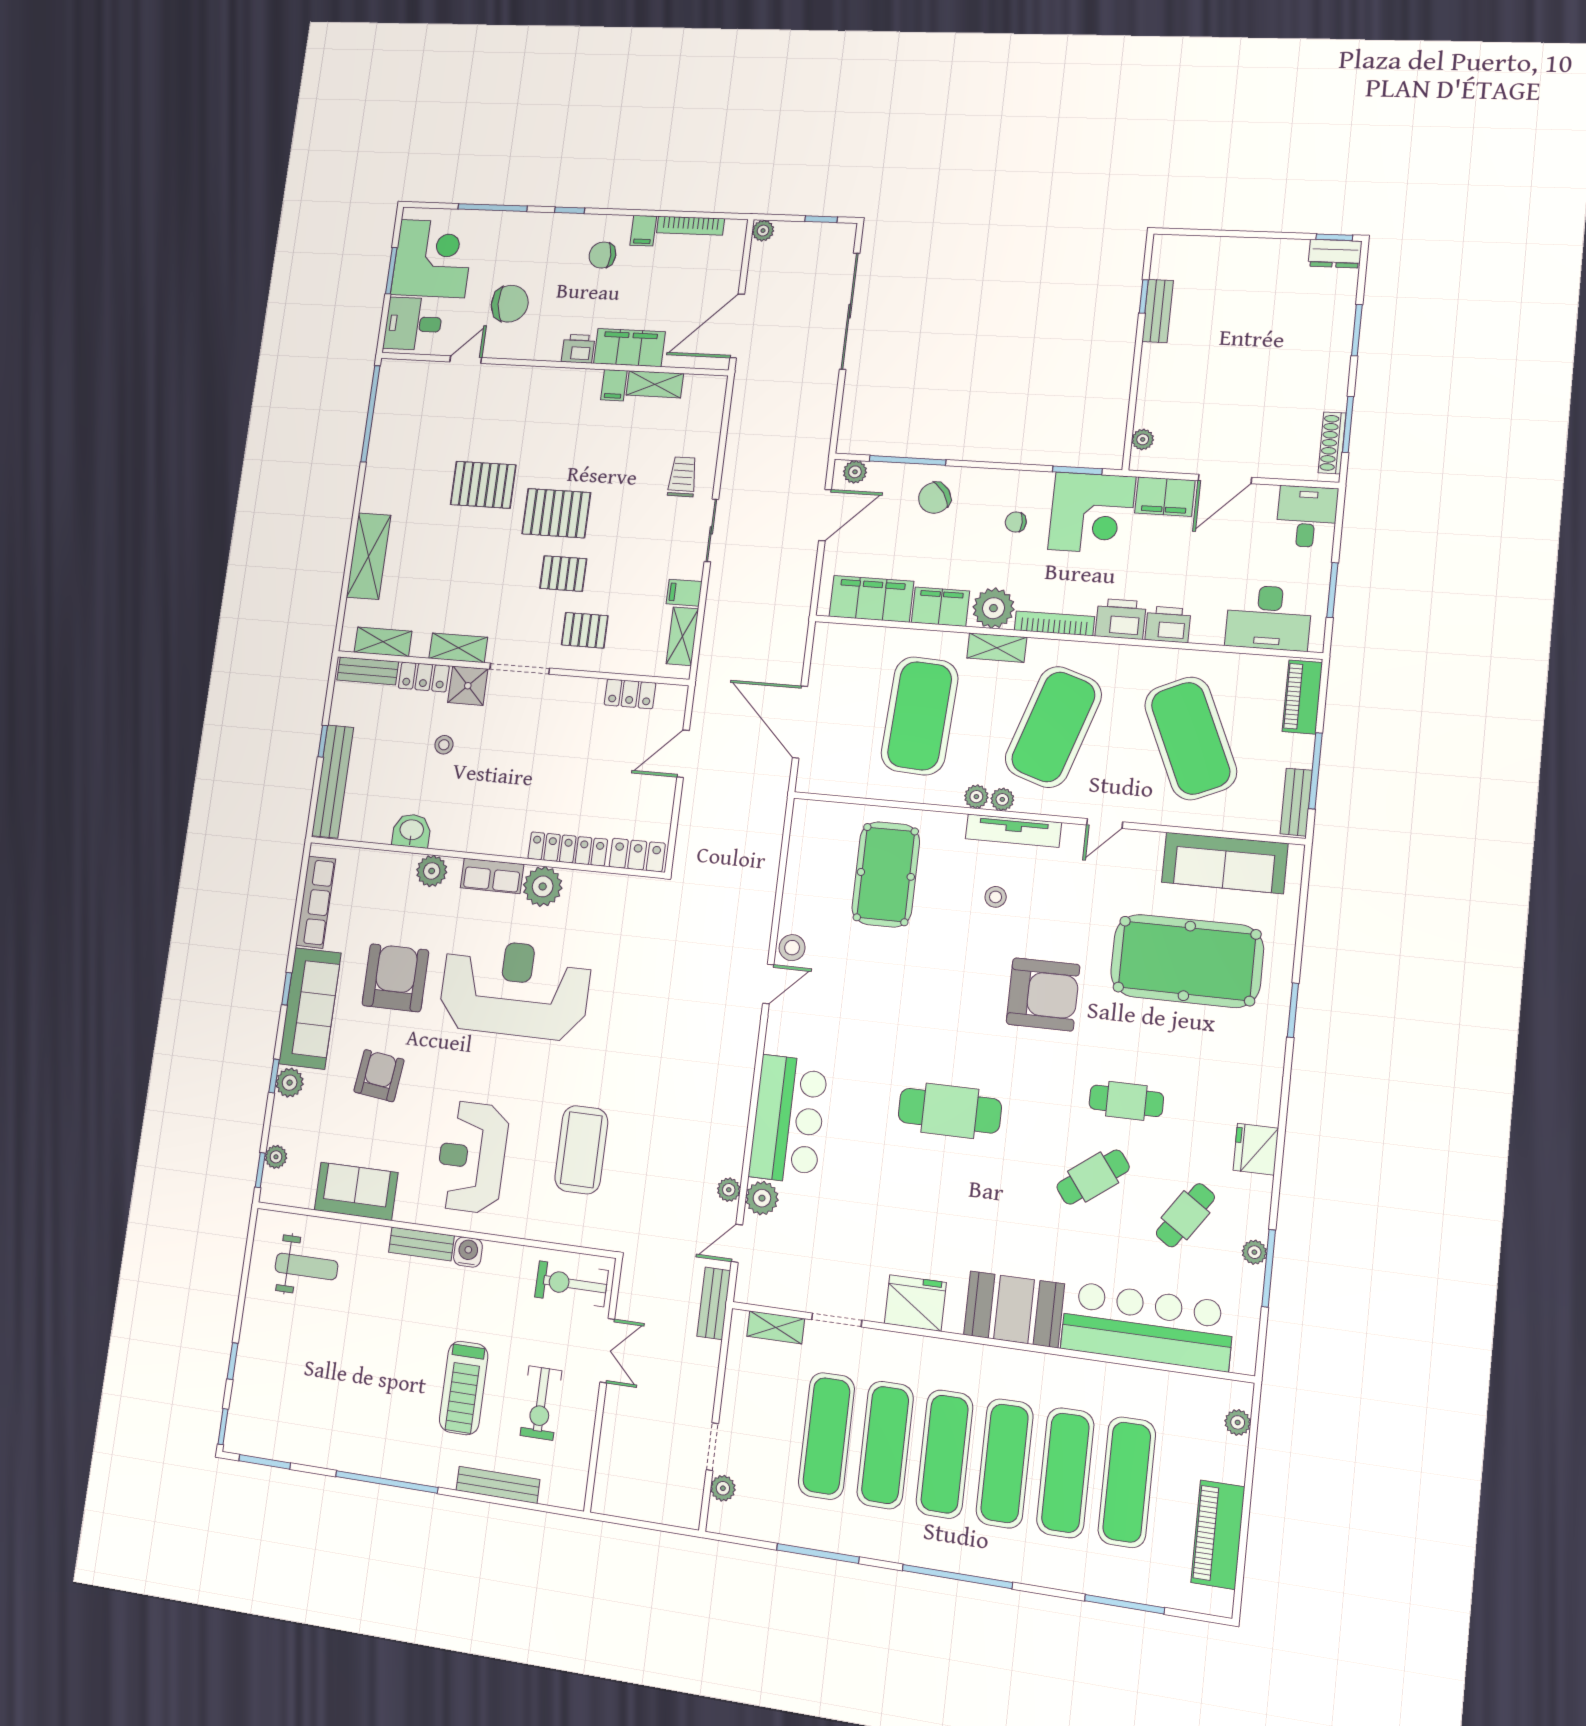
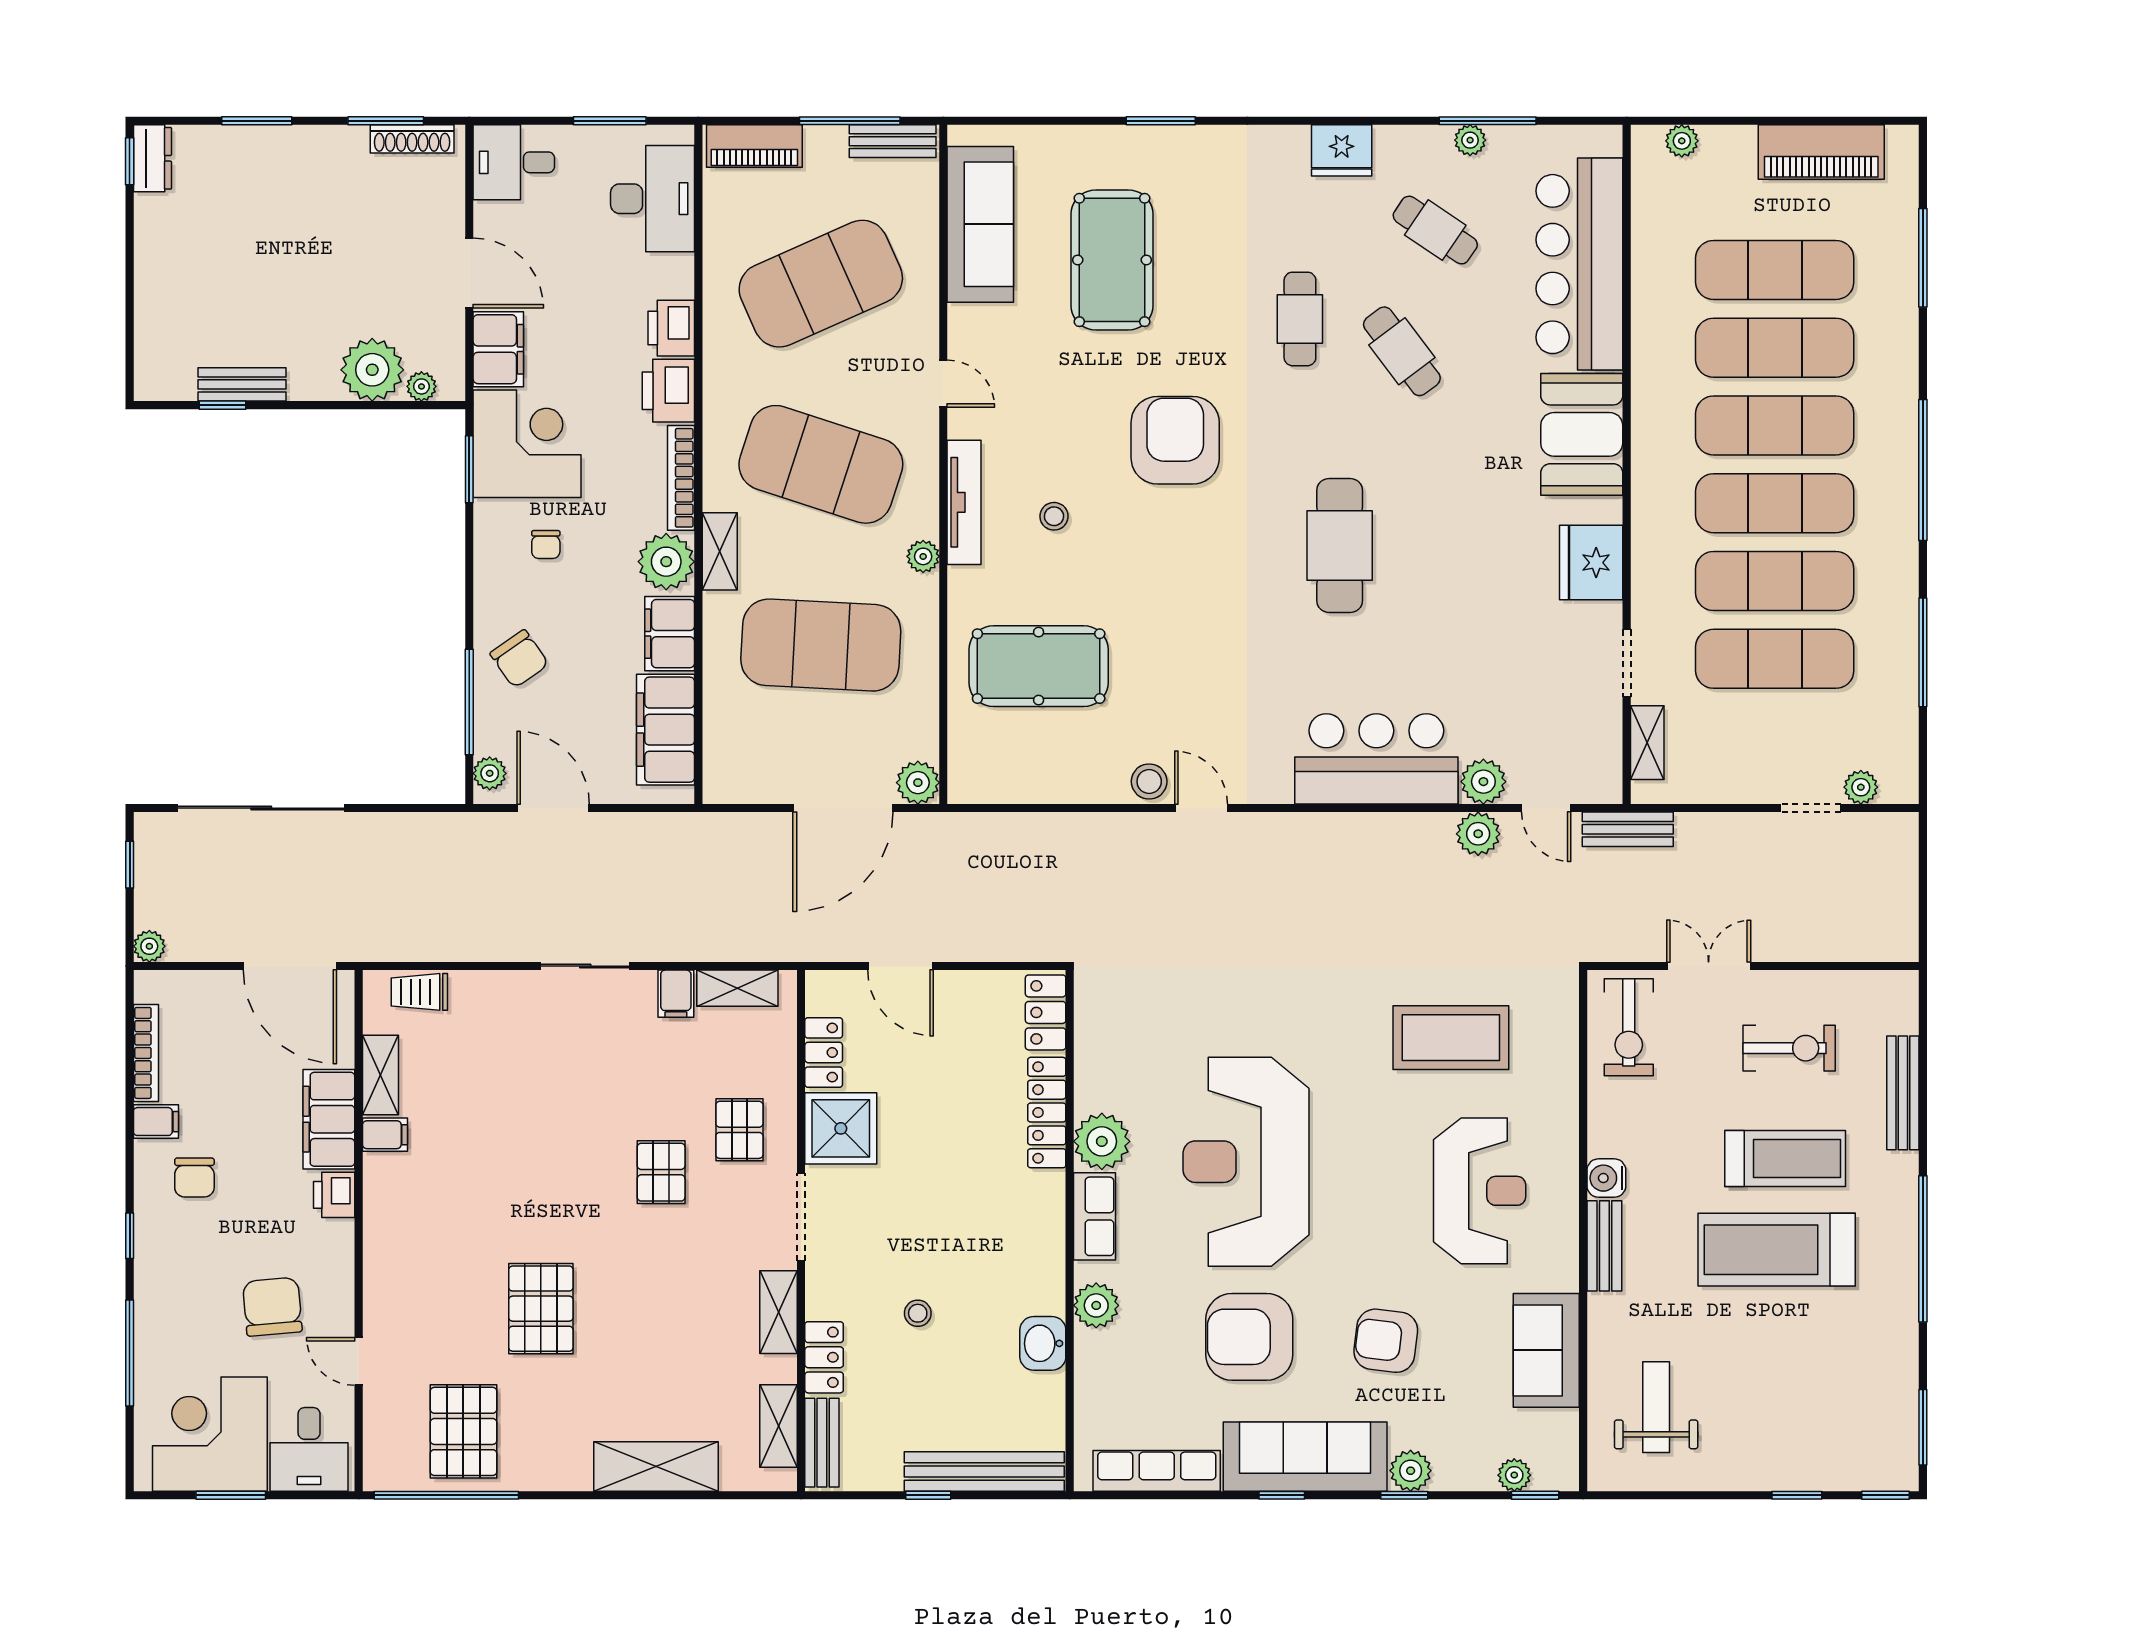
plant: (1159, 405) -> (372, 370), added
trolley: (683, 477) -> (419, 992), moved
pallet: (556, 513) -> (463, 1431), moved
shower: (468, 686) -> (841, 1128), moved, width x1.36, depth x1.36
plant: (1002, 799) -> (918, 783), moved, width x1.38, depth x1.38
pool table: (1187, 961) -> (1112, 260), width x0.73, depth x0.76
reception desk: (472, 1157) -> (1480, 1191), turned -90
plant: (729, 1190) -> (1478, 834), width x1.38, depth x1.38
treadmill: (401, 1372) -> (1777, 1250), added

